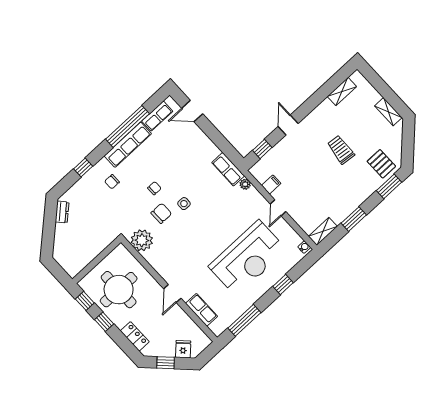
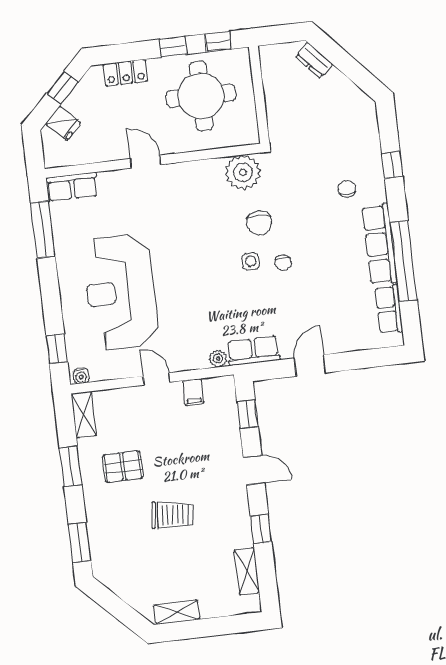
window: (315, 100) -> (261, 529), added
door: (192, 111) -> (310, 365), moved
pallet: (381, 164) -> (123, 467), moved
chair: (154, 188) -> (283, 263), moved
dresser: (62, 212) -> (314, 60), moved
window: (283, 285) -> (57, 349), moved
row of seats: (202, 310) -> (72, 187), moved

